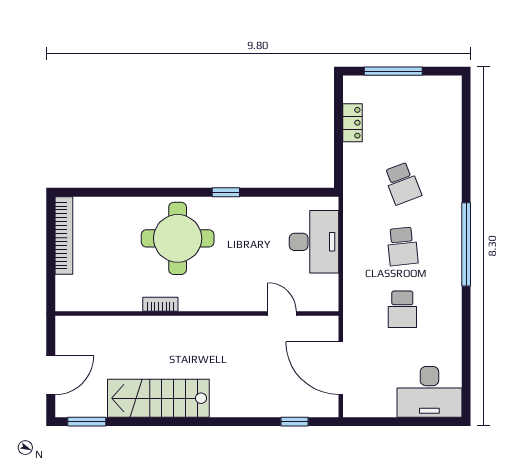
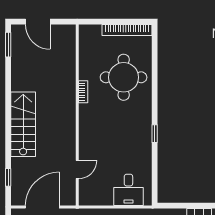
round table: (178, 238) -> (124, 77), moved
desk: (314, 242) -> (128, 190), width x0.73
stairs: (158, 398) -> (23, 124), moved

